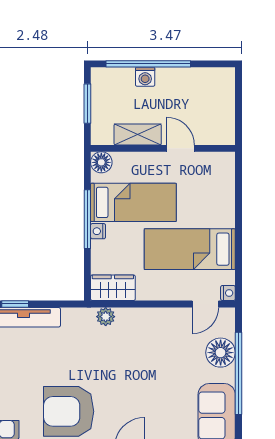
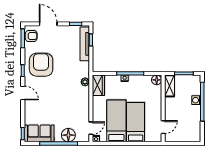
shelving: (138, 134) -> (170, 86), moved
door: (181, 148) -> (163, 127), moved
bed: (133, 202) -> (136, 122), moved, turned 180
door: (205, 304) -> (91, 128), swing flipped

